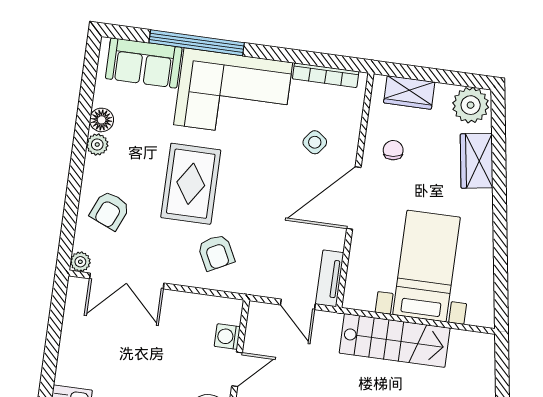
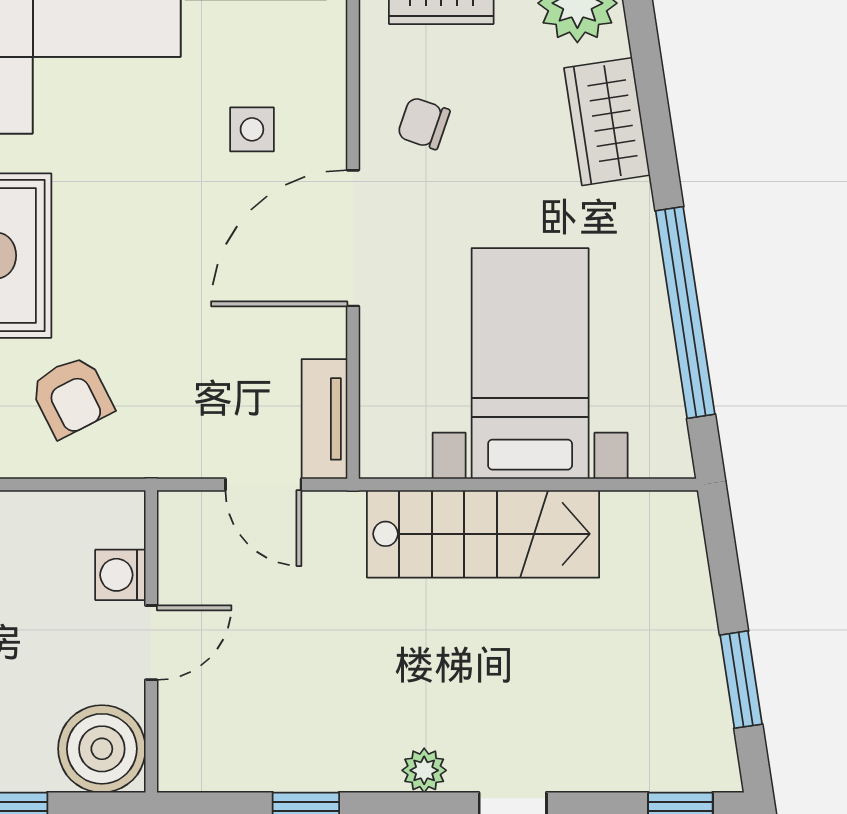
side table: (315, 142) -> (252, 129), turned -36
chair: (393, 150) -> (424, 123), turned -64
window: (500, 252) -> (685, 313), added

